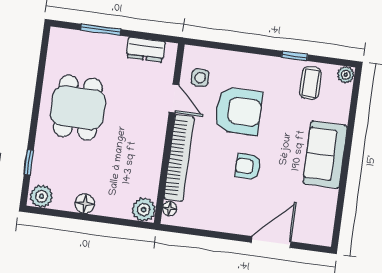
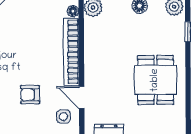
armchair: (238, 111) -> (30, 95), width x0.53, depth x0.53
armchair: (248, 166) -> (17, 53), removed

